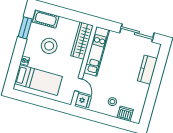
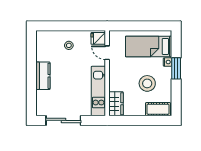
window: (25, 28) -> (176, 68), moved
wardrobe: (82, 41) -> (116, 104), width x0.67
kitchen counter: (147, 70) -> (43, 76), moved
dishwasher: (125, 114) -> (53, 37), removed

